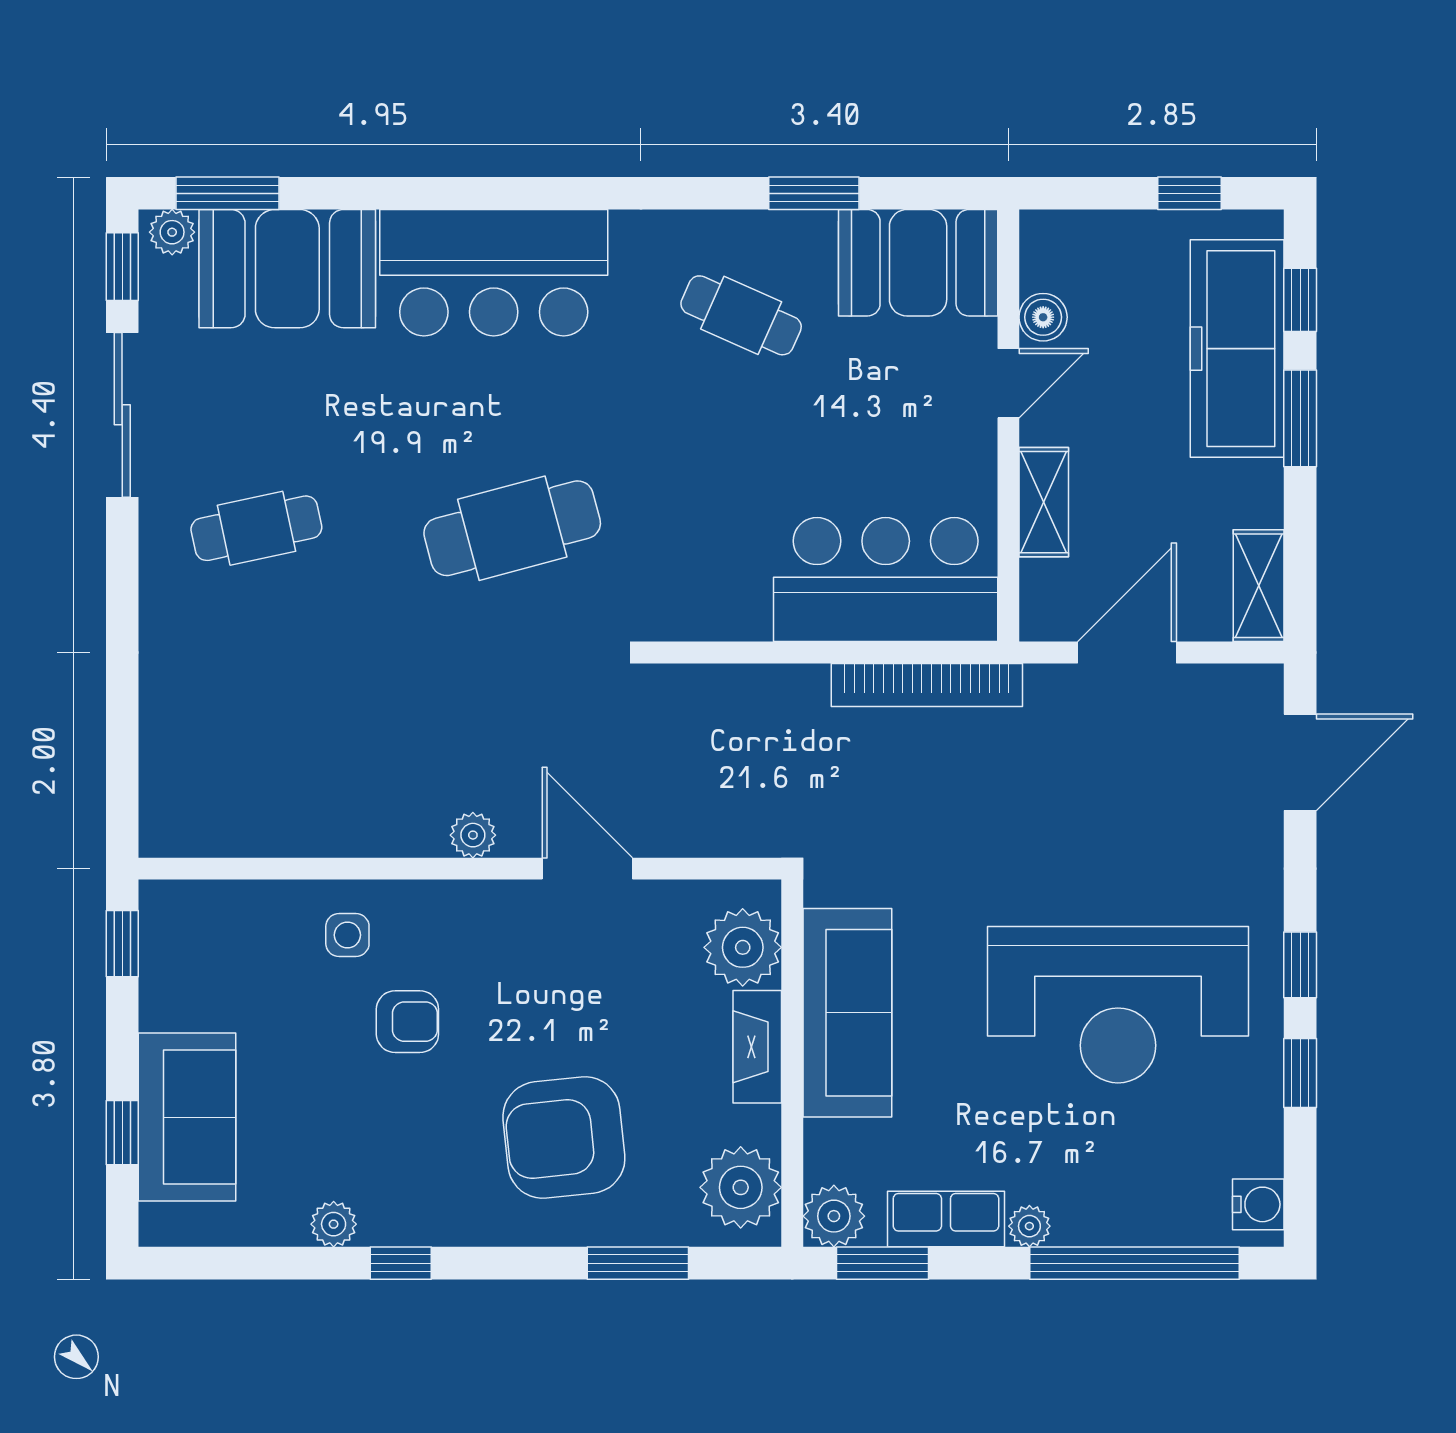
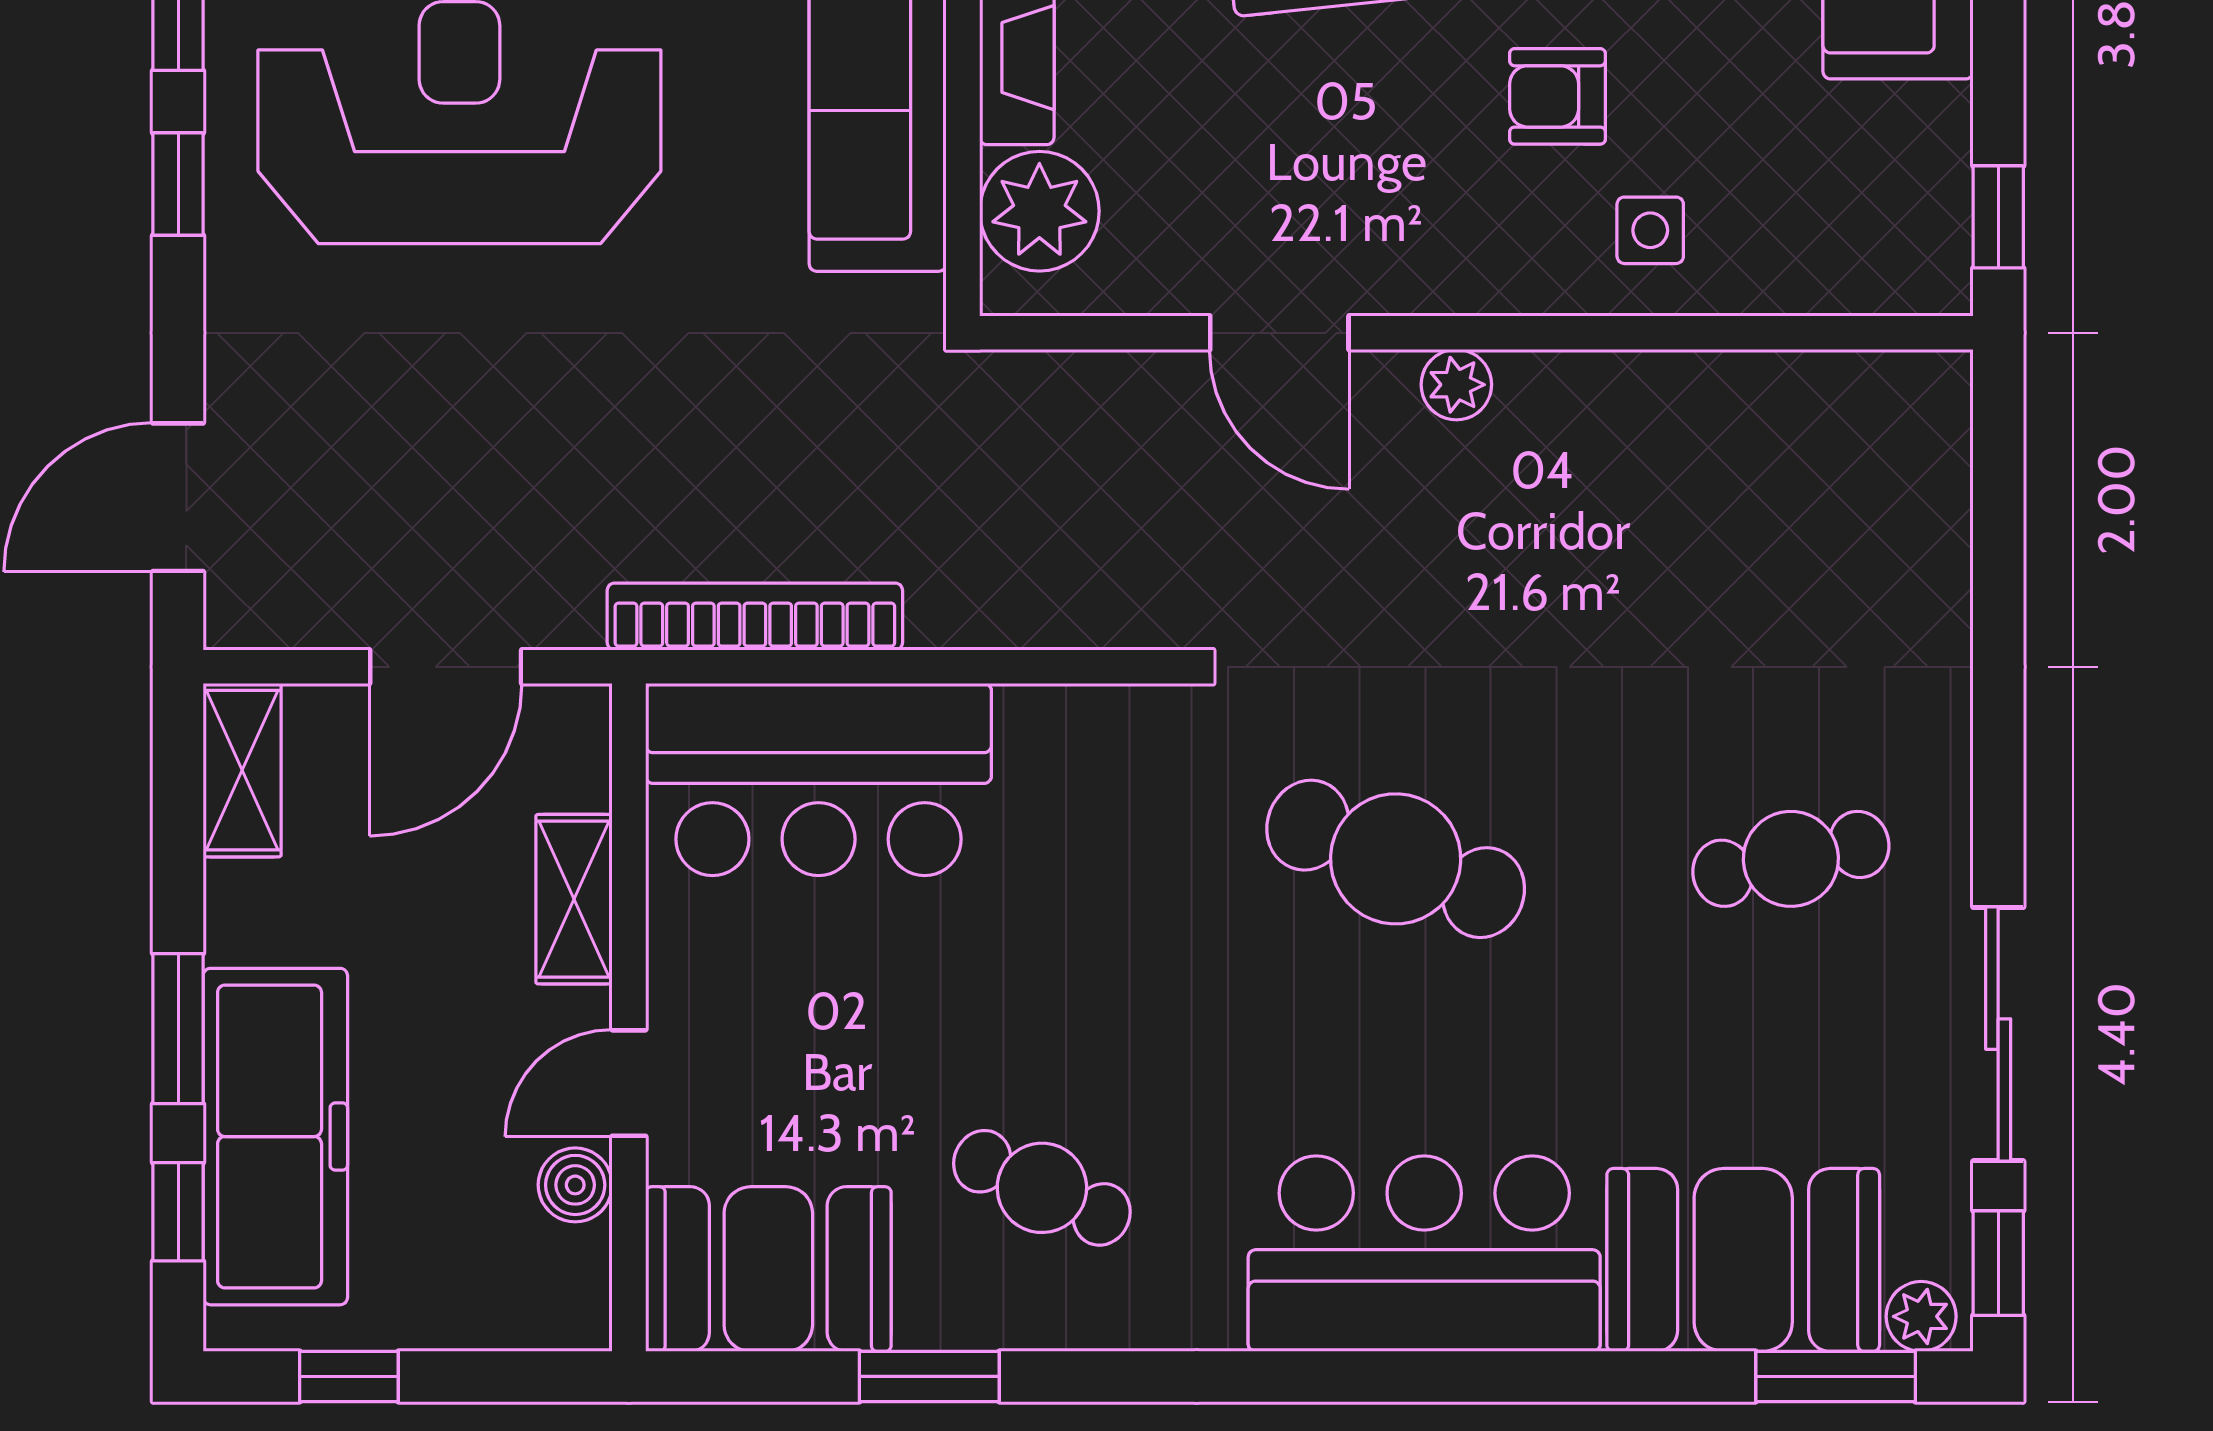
cafe table: (512, 528) -> (1396, 859), turned 36

